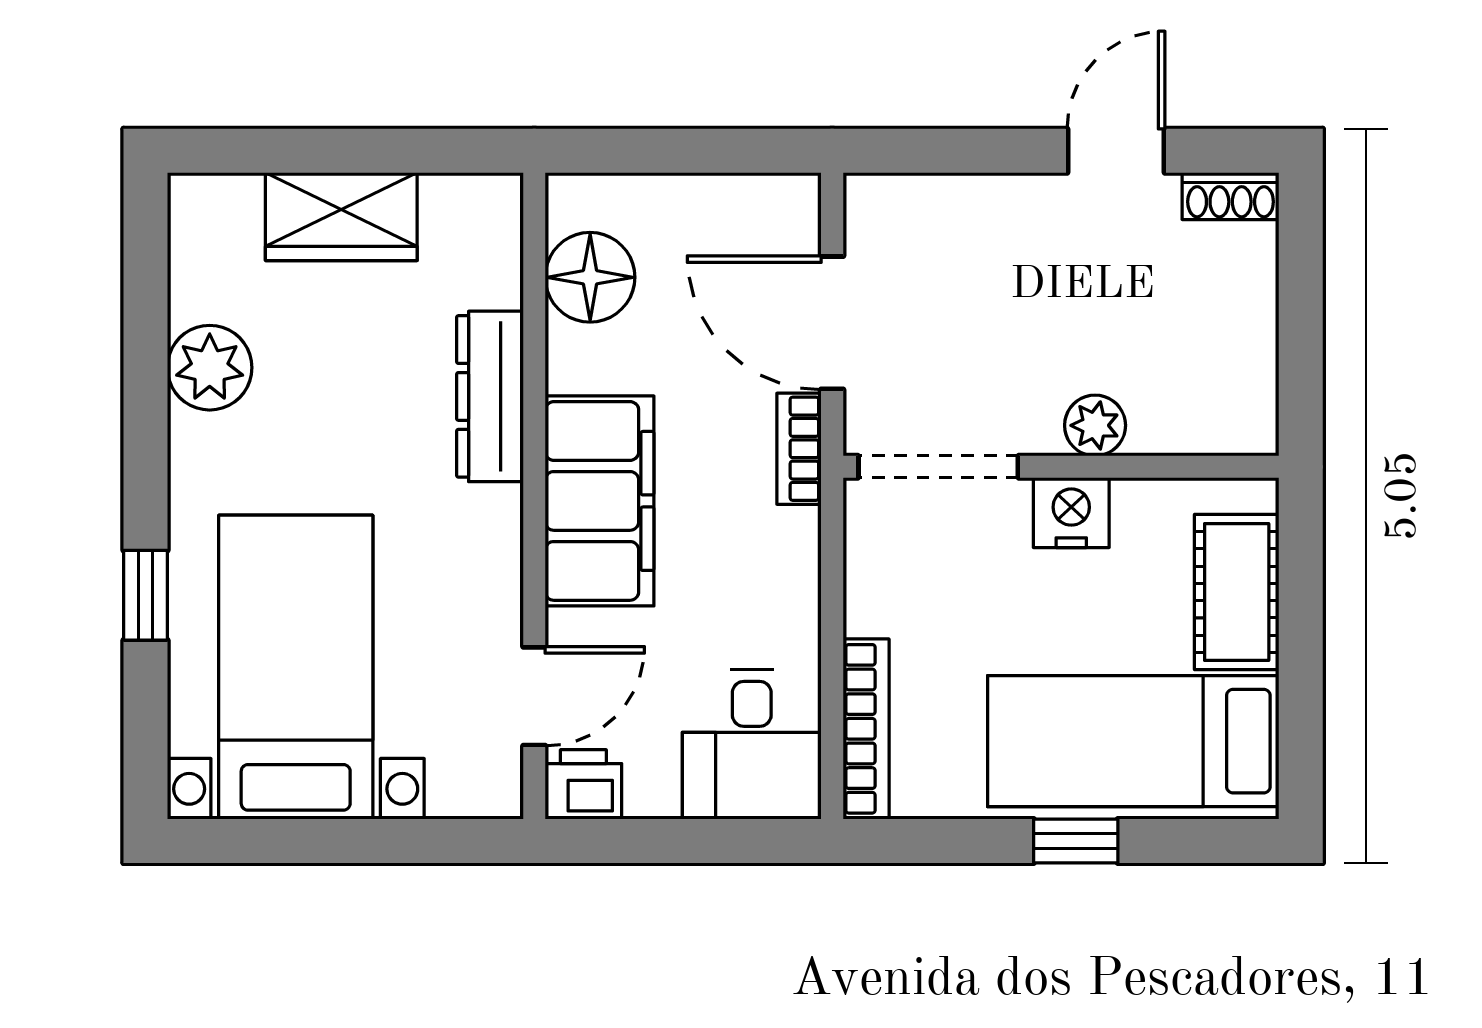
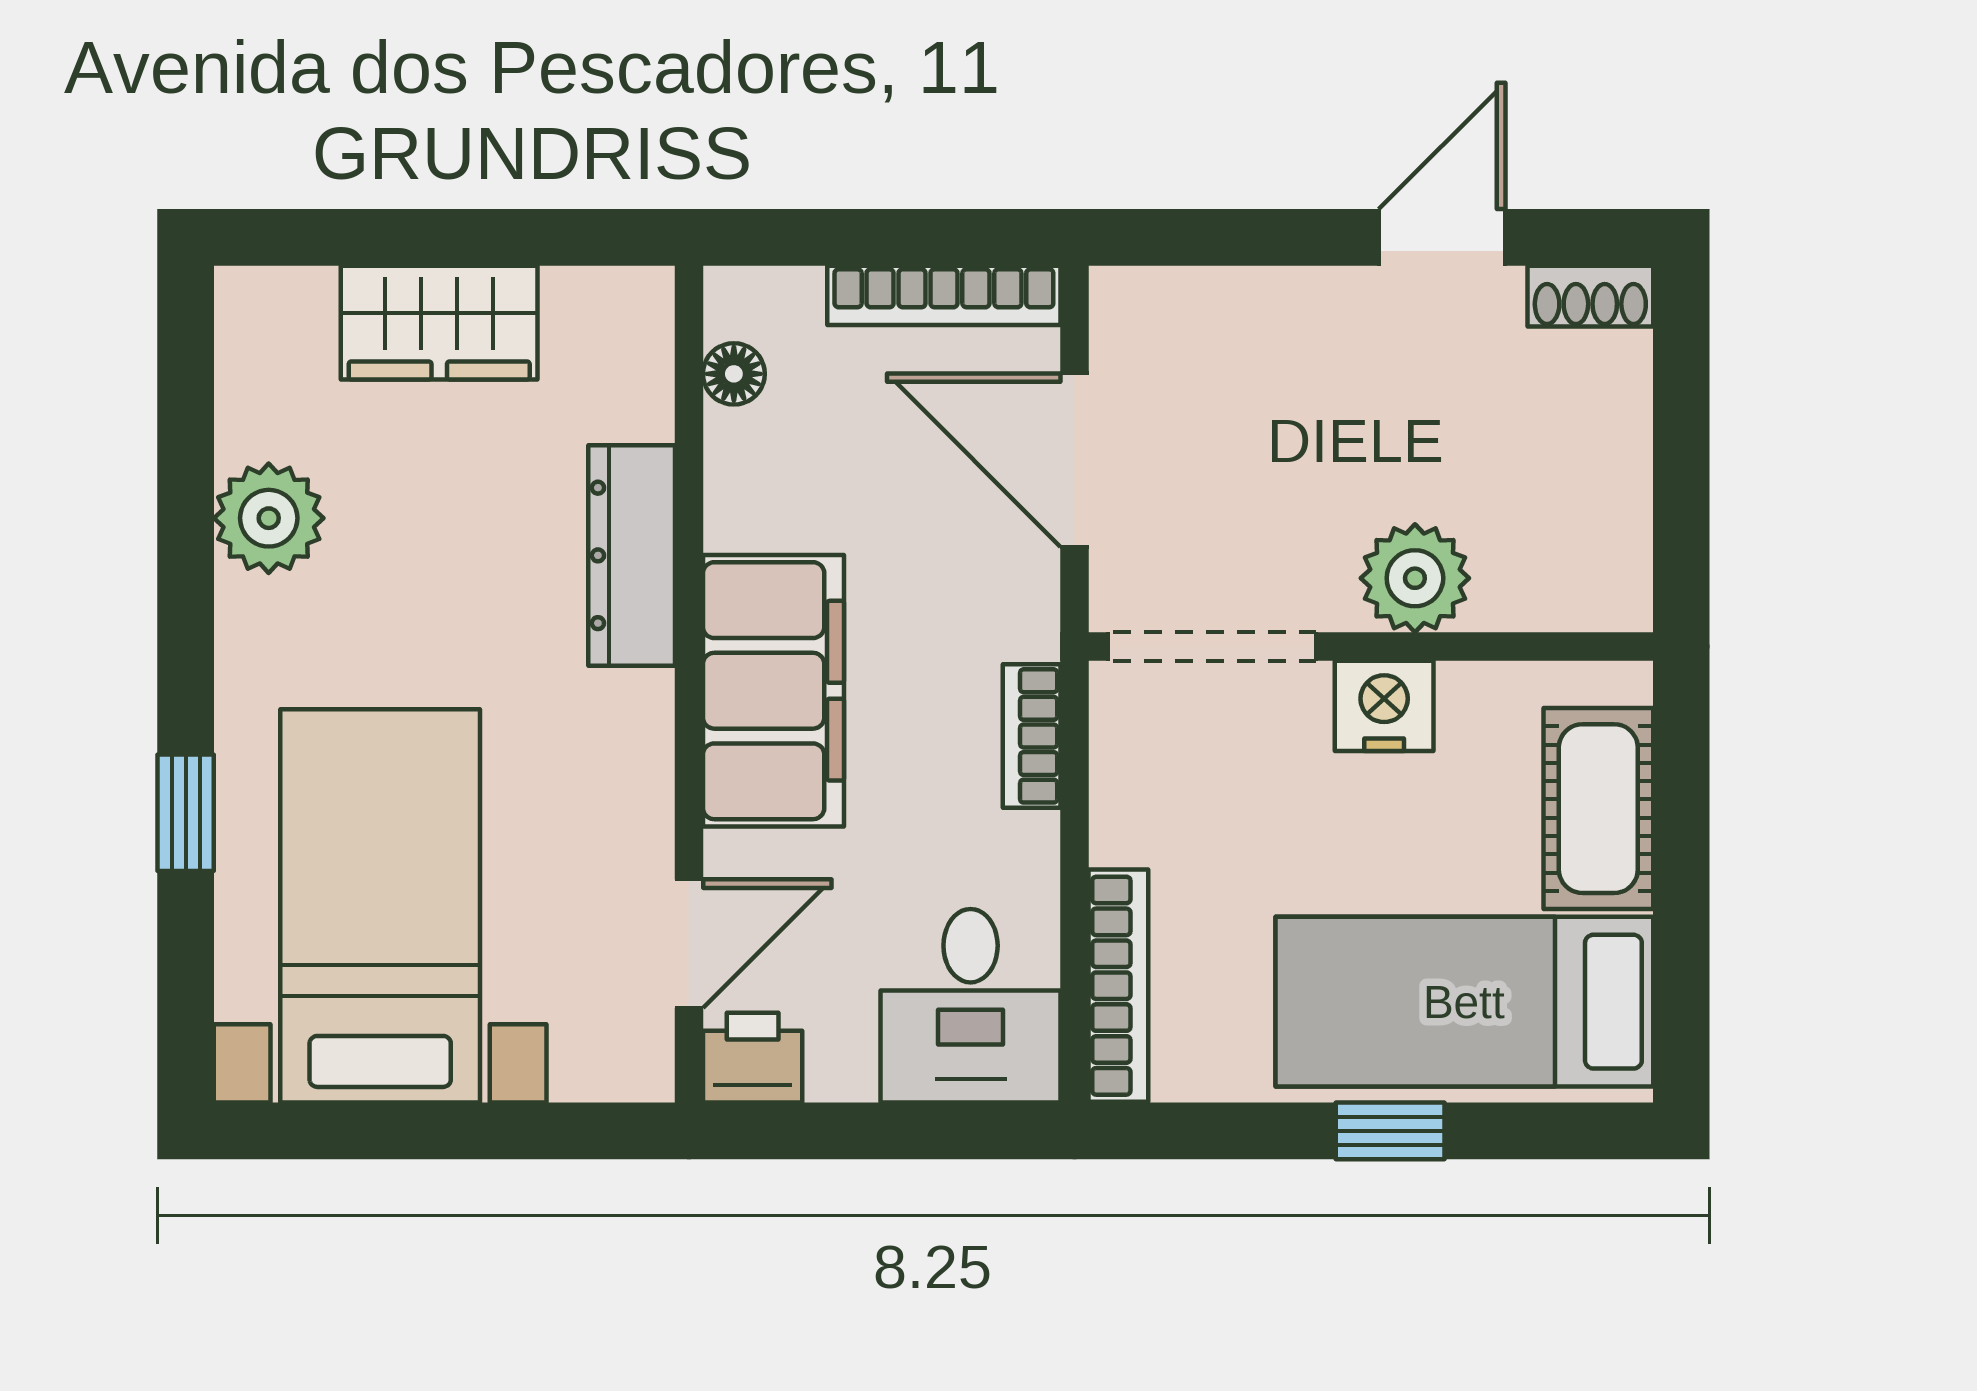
bookcase: (731, 196) -> (944, 295), added
floor lamp: (590, 277) -> (734, 374), width x0.53, depth x0.53
plant: (1095, 425) -> (1415, 578), width x1.38, depth x1.38
bookcase: (799, 449) -> (1032, 736), moved

